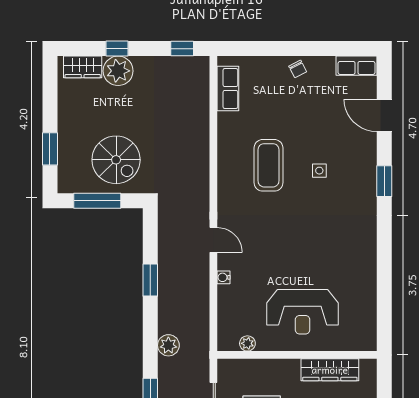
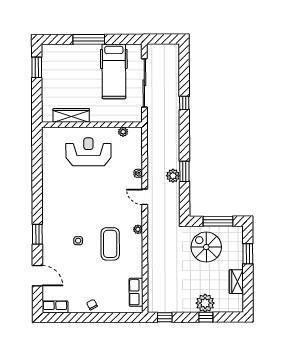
wardrobe: (83, 67) -> (236, 282), moved, turned -90
plant: (224, 188) -> (138, 229), added
plant: (168, 345) -> (173, 176), moved

